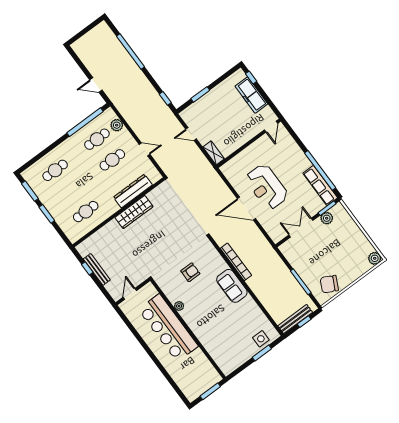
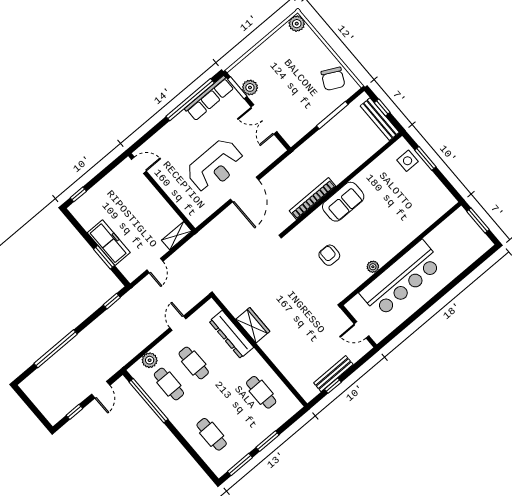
window: (80, 63) -> (74, 412), added
freezer: (251, 95) -> (109, 243), moved, turned -90
wardrobe: (134, 212) -> (253, 325), width x0.67

